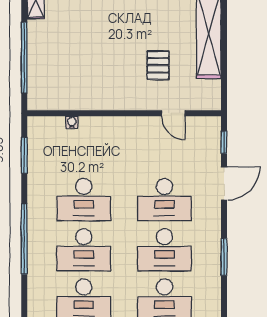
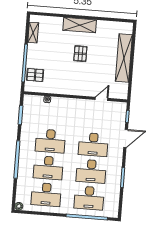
pallet: (158, 65) -> (80, 54), moved
pallet: (46, 78) -> (35, 75), added
door: (173, 113) -> (102, 99), swing flipped

